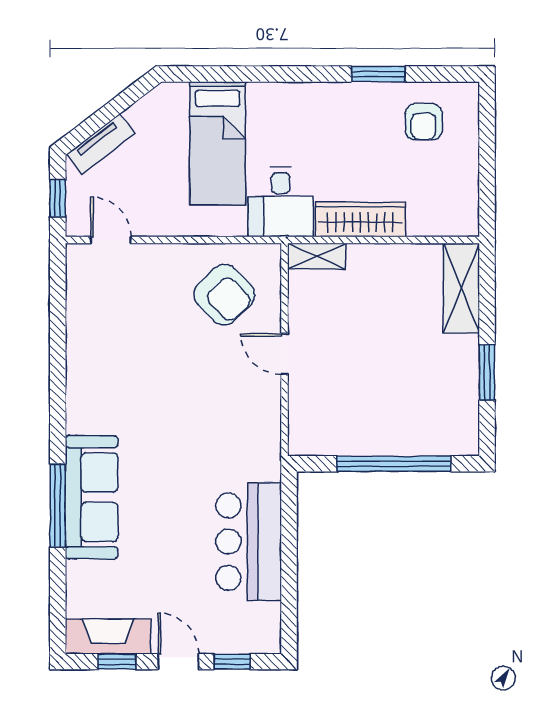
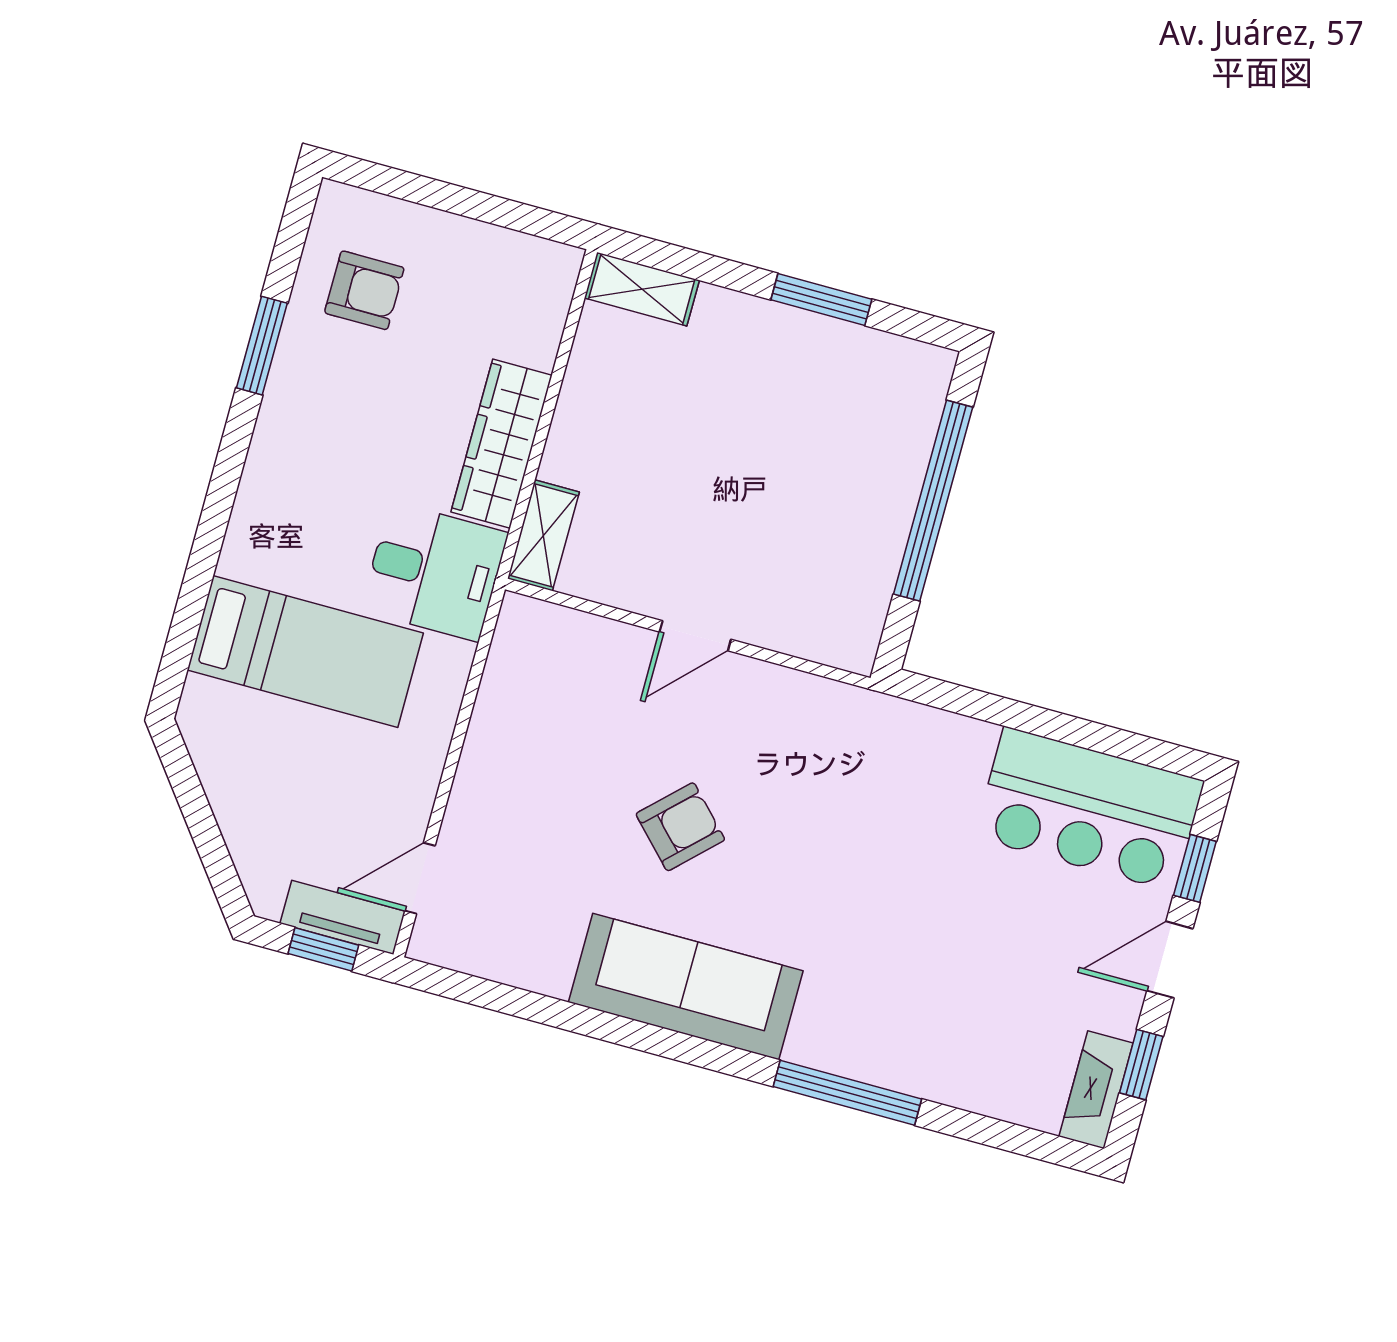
tv unit: (101, 144) -> (343, 917), moved, turned -53
shelving: (461, 288) -> (642, 289), width x0.67, depth x0.75
armchair: (224, 295) -> (680, 827), moved, width x0.72, depth x0.72
sofa: (92, 497) -> (686, 987), moved
bar counter: (249, 542) -> (1089, 809), moved
fireplace: (108, 636) -> (1096, 1090), width x0.73, depth x0.76

